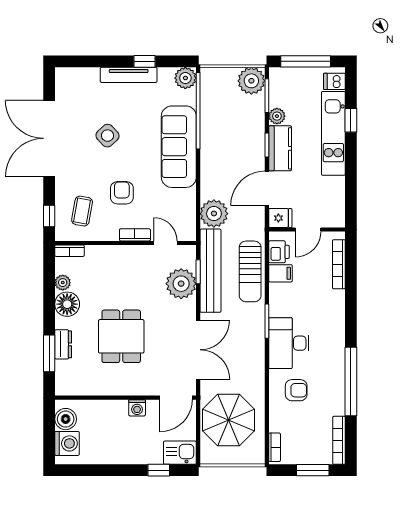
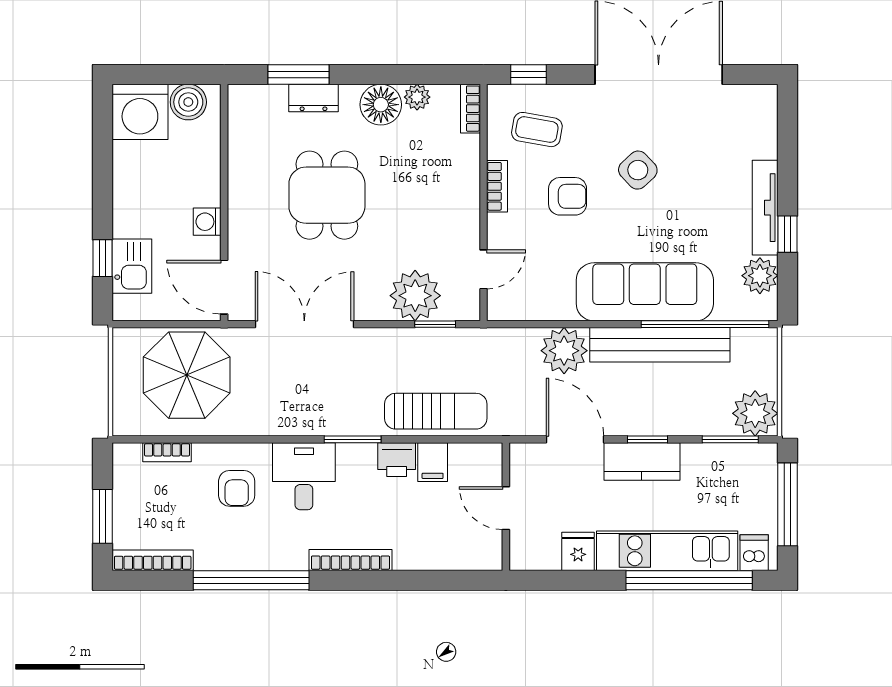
plant: (185, 78) -> (760, 276), moved
plant: (277, 116) -> (696, 456), removed
window: (351, 120) -> (689, 580), width x3.17
side table: (107, 136) -> (638, 170), moved
plant: (214, 214) -> (564, 351), moved
fridge: (280, 218) -> (578, 551), moved, turned 180
bookcase: (135, 235) -> (497, 186), moved
printer: (279, 252) -> (397, 460), moved
bookcase: (339, 264) -> (350, 560), moved
bench: (210, 271) -> (660, 345), moved
sun lounger: (250, 271) -> (436, 411), turned 180
dining table: (121, 336) -> (327, 195), turned 90
desk: (289, 343) -> (304, 476), width x0.73
double door: (198, 350) -> (304, 324), swing flipped
washing machine: (67, 443) -> (140, 112), width x1.37, depth x1.37
bookcase: (275, 447) -> (167, 452), moved
kitchen sink: (180, 453) -> (132, 266), moved

